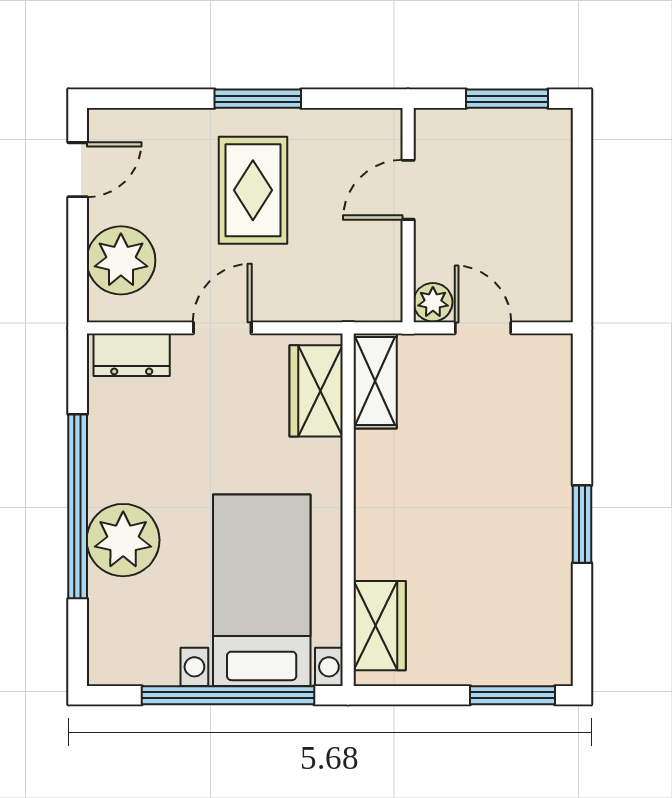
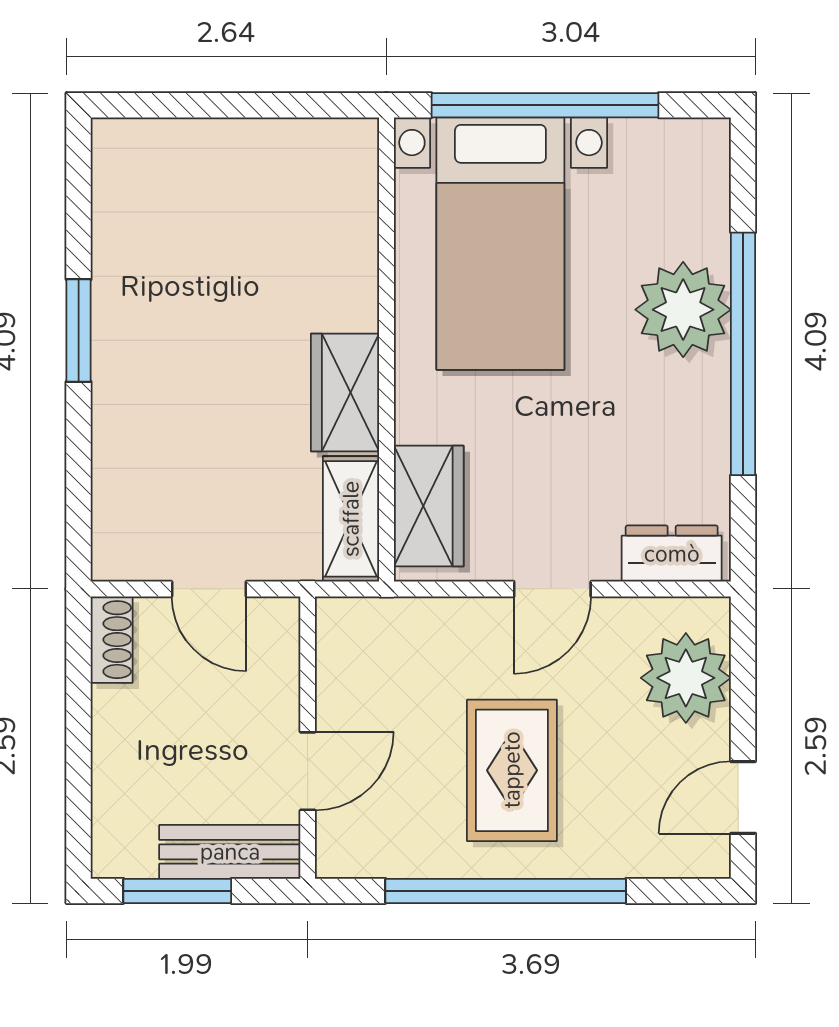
window: (258, 99) -> (506, 891), width x2.11
bench: (467, 128) -> (230, 852), added
shoe rack: (557, 290) -> (112, 640), added
plant: (433, 302) -> (275, 623), removed
wardrobe: (380, 626) -> (345, 392), moved
window: (512, 695) -> (170, 105), removed

